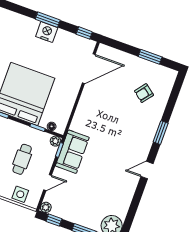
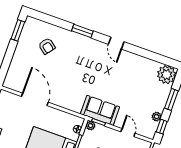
window: (150, 57) -> (18, 30), moved
door: (89, 69) -> (35, 99), moved
plant: (46, 207) -> (157, 117), moved

